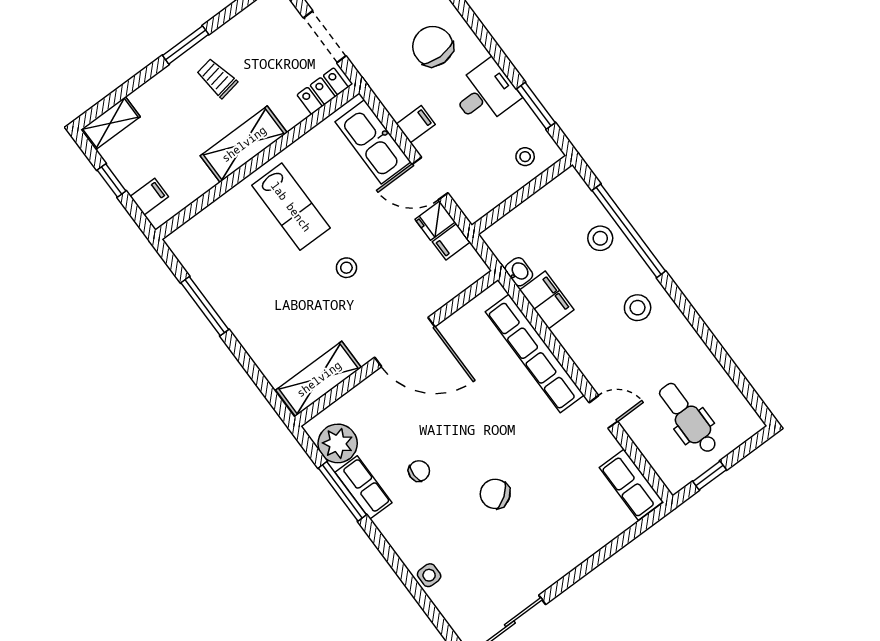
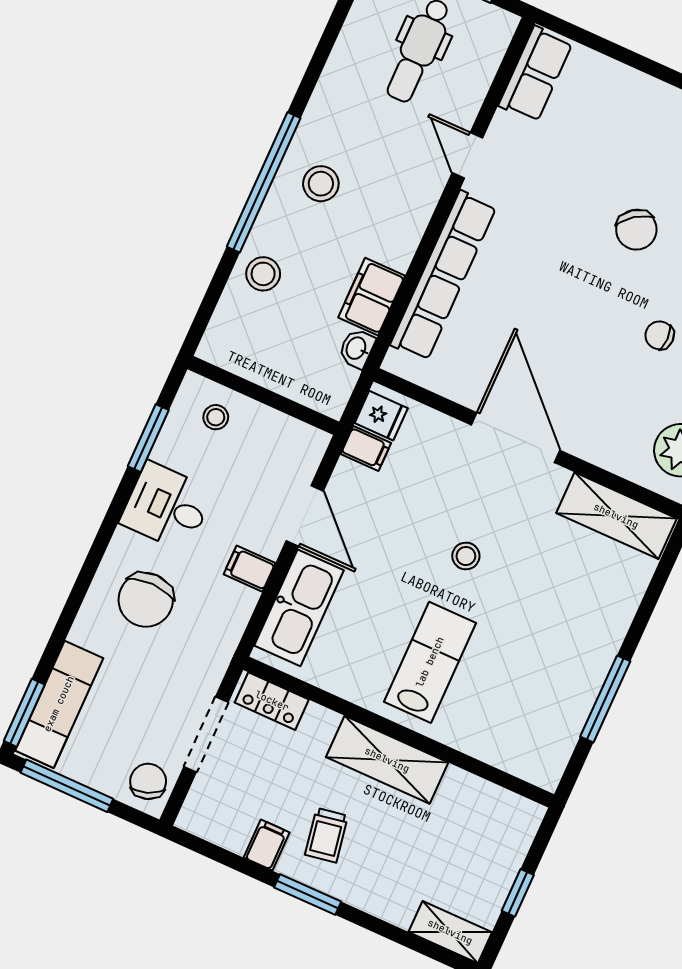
filing cabinet: (149, 197) -> (267, 845), moved, turned 90
fridge: (435, 221) -> (381, 416), moved
window: (629, 231) -> (264, 182), moved

